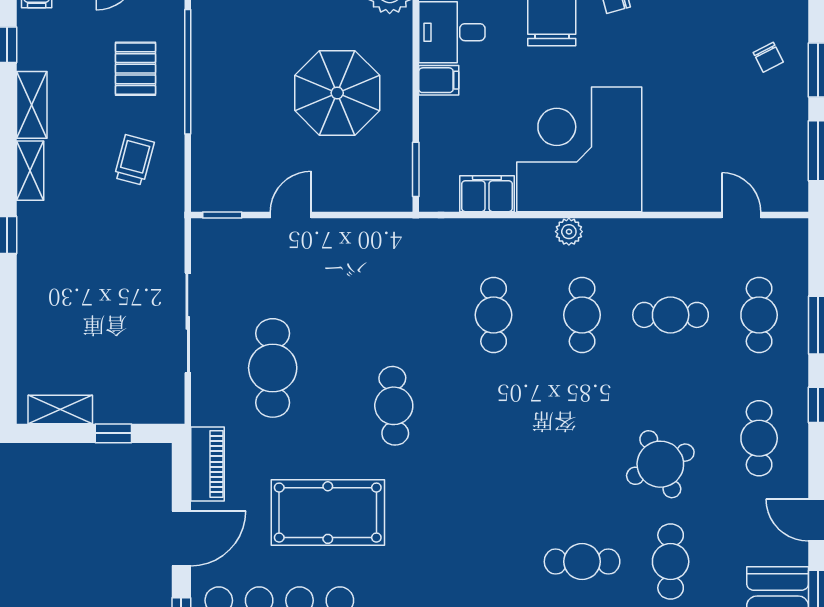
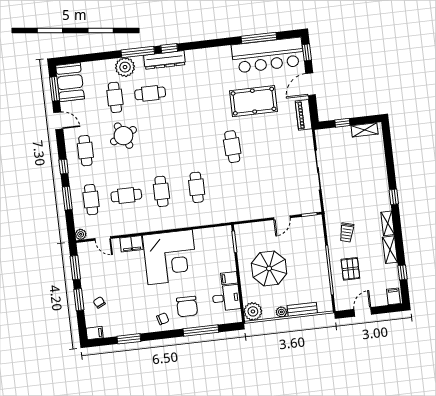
filing cabinet: (487, 194) -> (131, 244), moved
plant: (569, 232) -> (81, 234), moved
cafe table: (273, 368) -> (282, 156), removed

